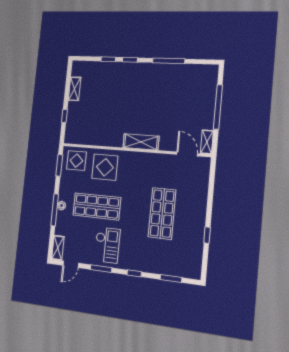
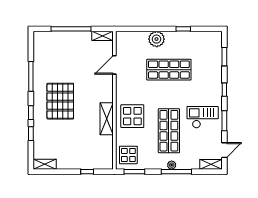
shelving: (75, 89) -> (45, 164), moved
pallet: (139, 91) -> (60, 101), added
shelving: (141, 142) -> (107, 119), moved
door: (187, 154) -> (114, 65), moved
display table: (105, 167) -> (132, 116), moved
plant: (198, 203) -> (157, 39), added
door: (71, 264) -> (224, 150), hinge flipped

